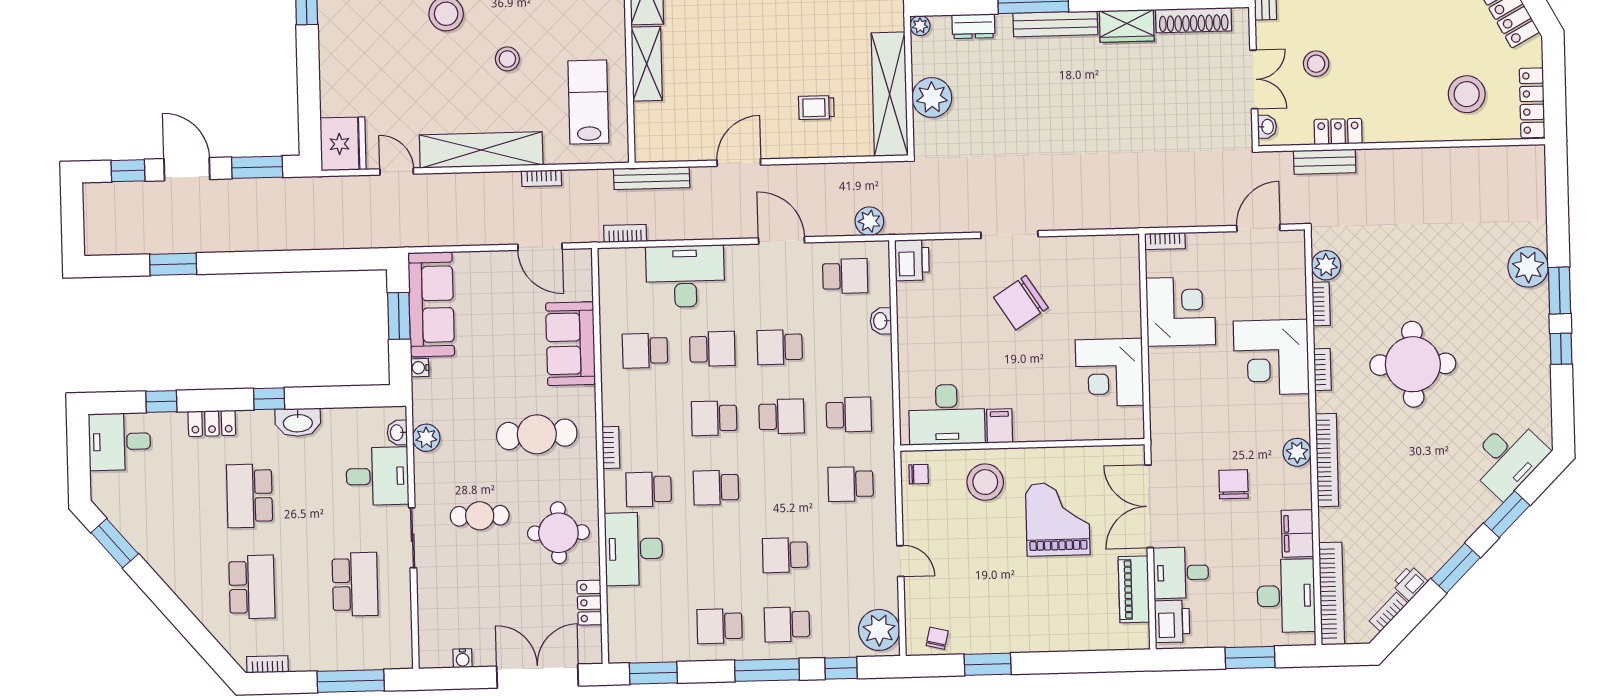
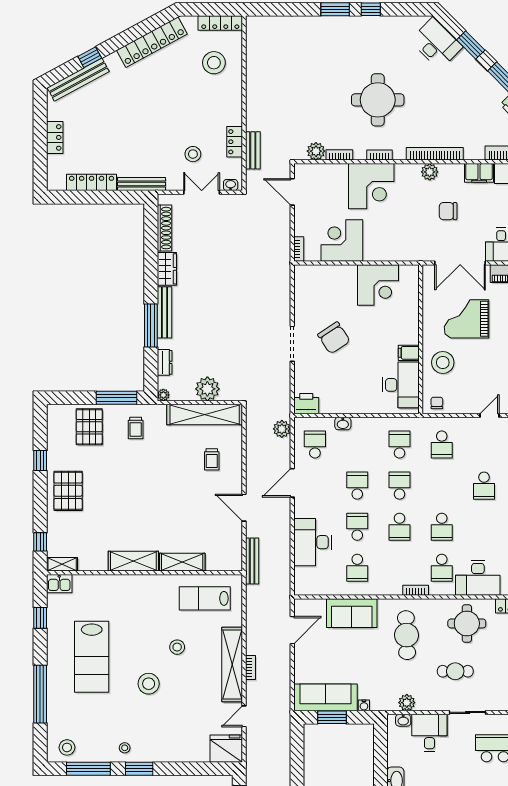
bookcase: (542, 178) -> (250, 668), moved
bookcase: (625, 233) -> (285, 578), removed
plant: (1528, 267) -> (320, 28), removed
school desk: (780, 347) -> (357, 486), turned 180
cafe table: (480, 516) -> (455, 671), turned 90

